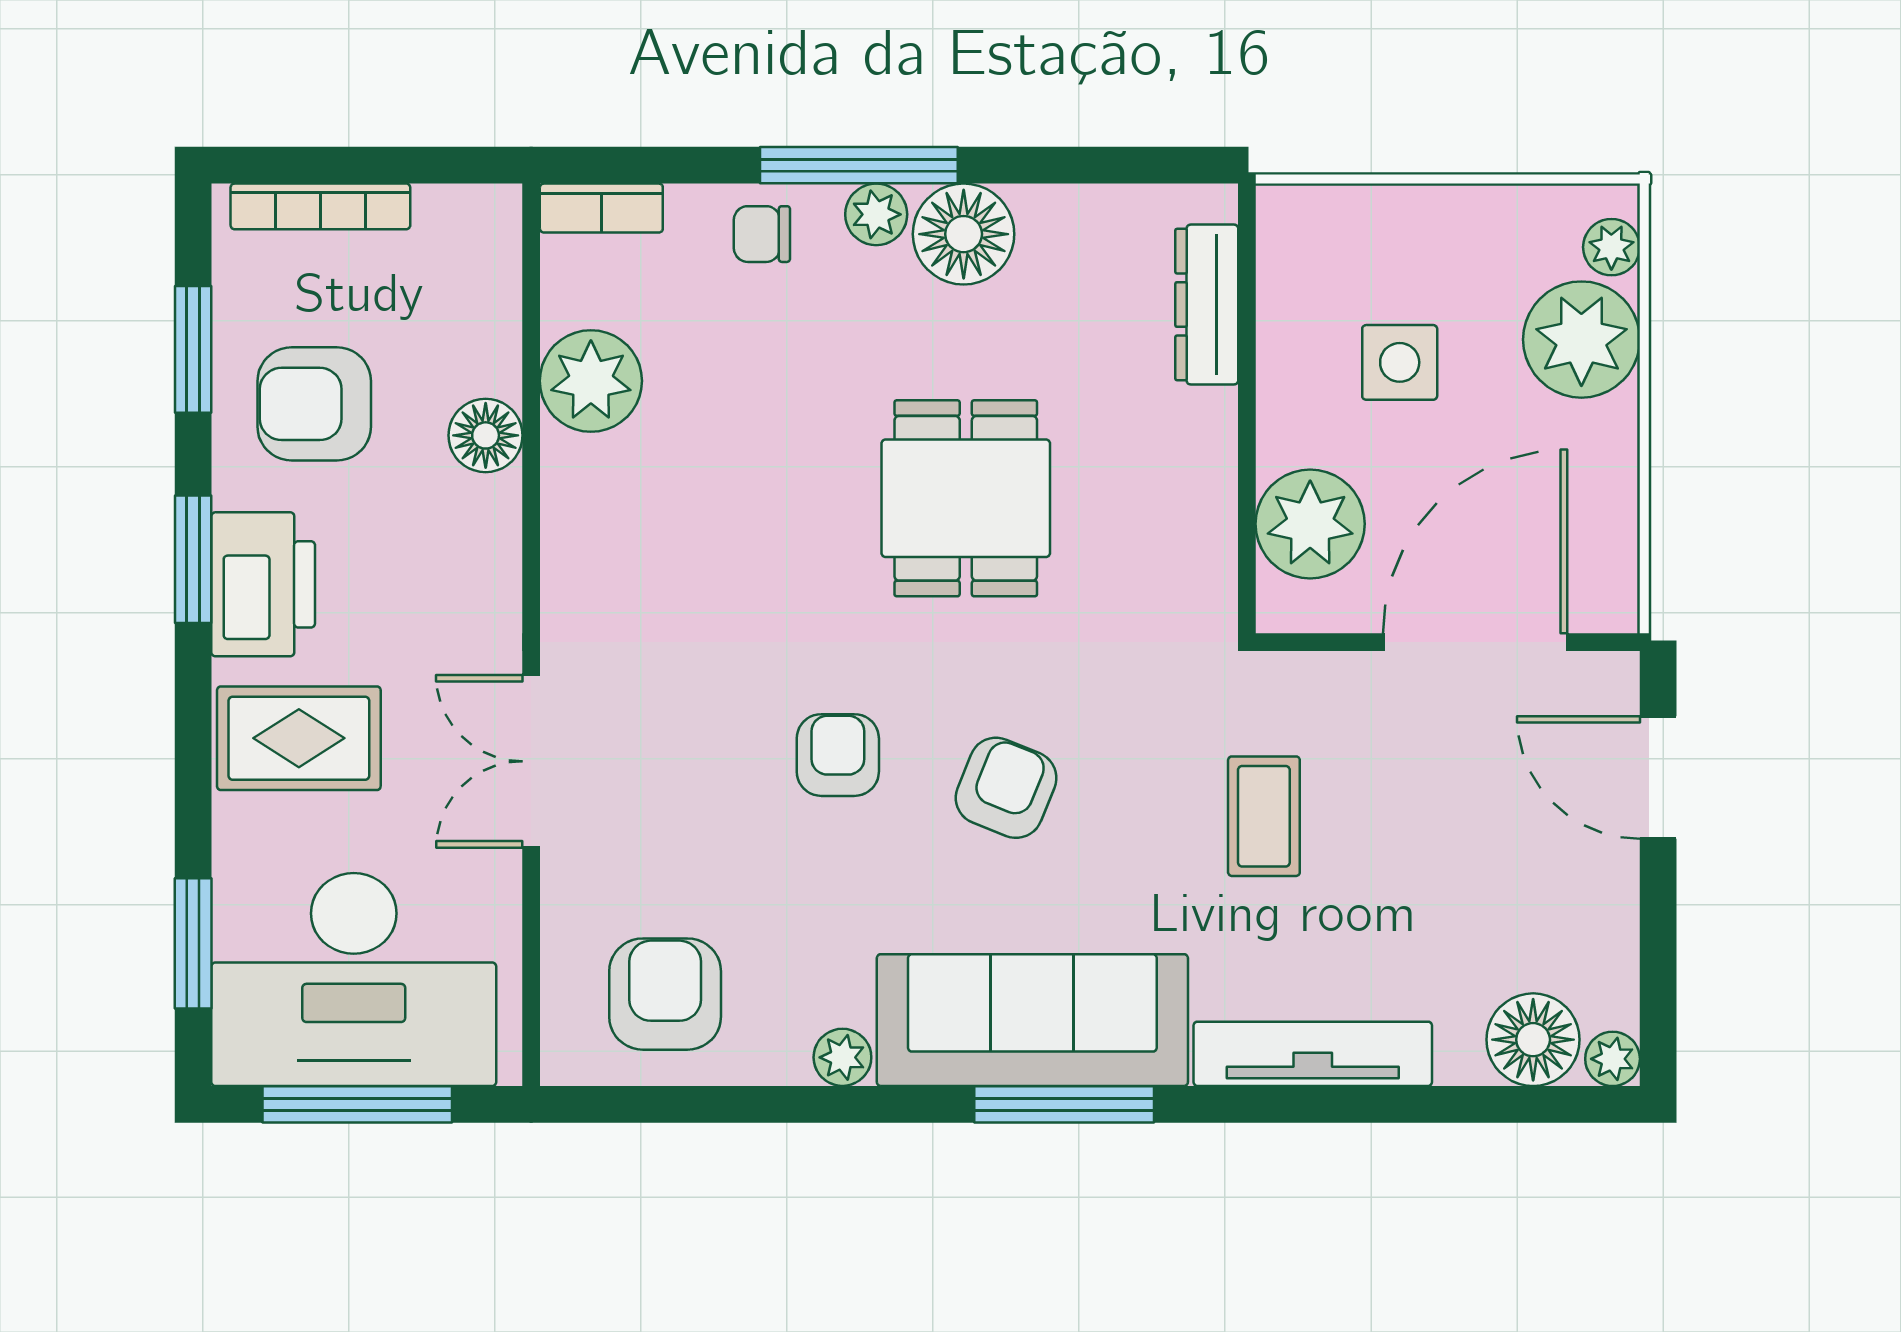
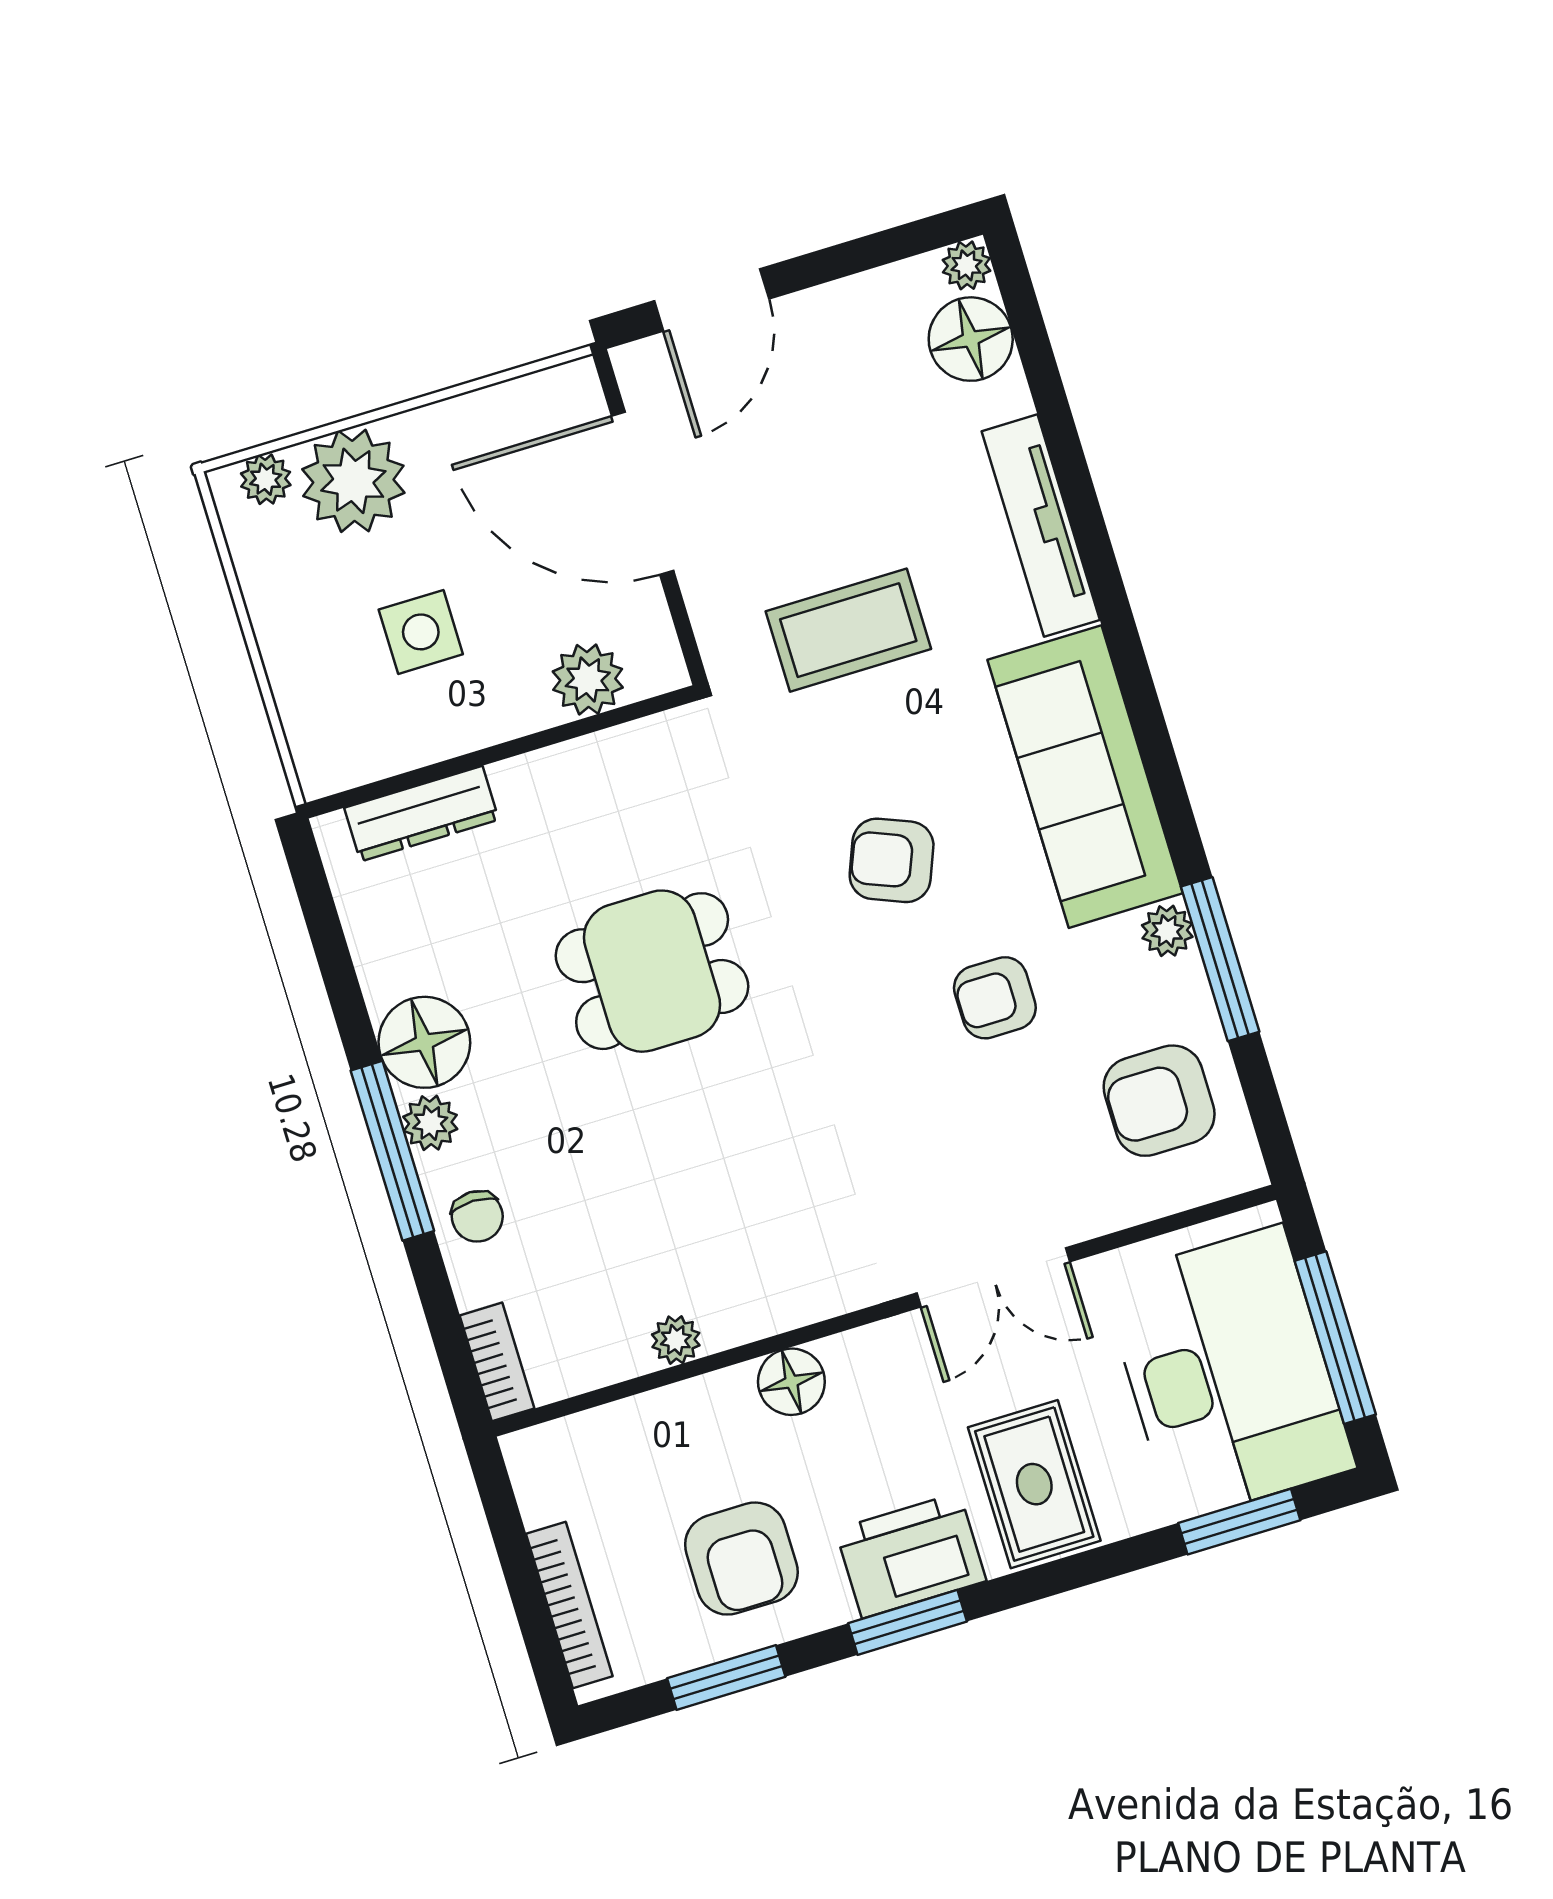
plant: (591, 381) -> (676, 1340), width x0.53, depth x0.53
floor lamp: (486, 435) -> (791, 1382), moved
plant: (1310, 524) -> (588, 679), width x0.73, depth x0.73
armchair: (838, 755) -> (995, 998), moved
coffee table: (1264, 816) -> (848, 630), width x1.36, depth x1.30
window: (1064, 1104) -> (1220, 959), moved

